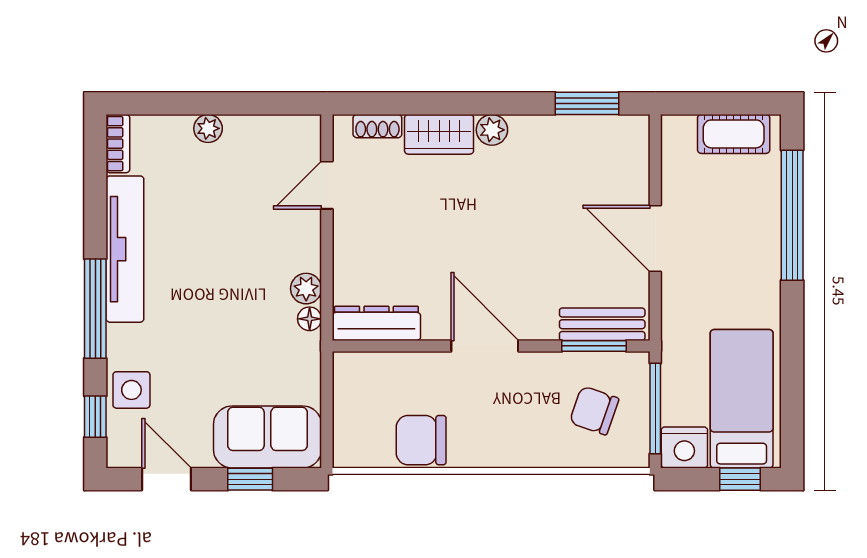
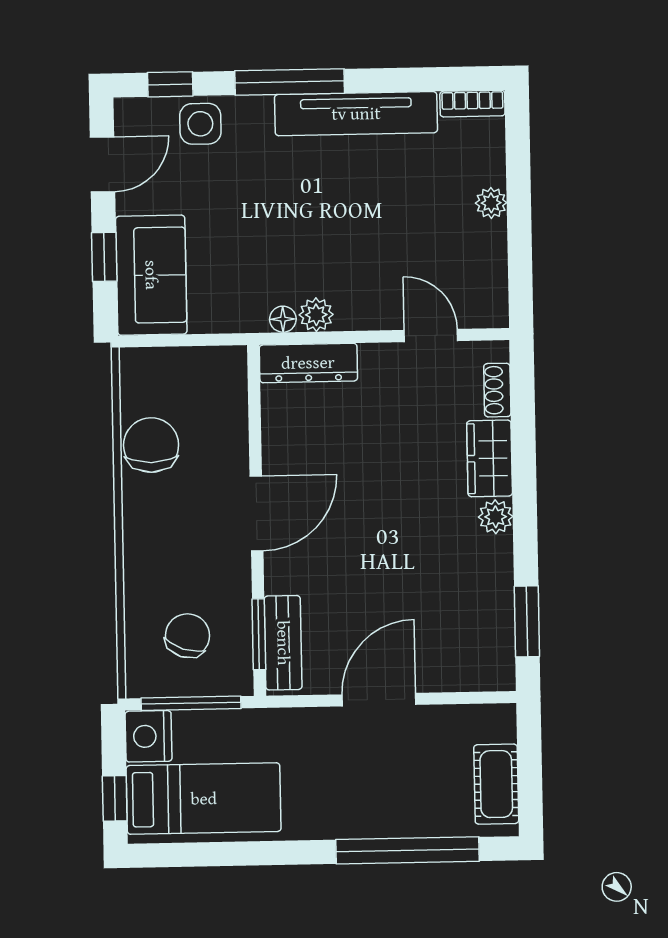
dresser: (376, 323) -> (308, 363), moved, turned 90

